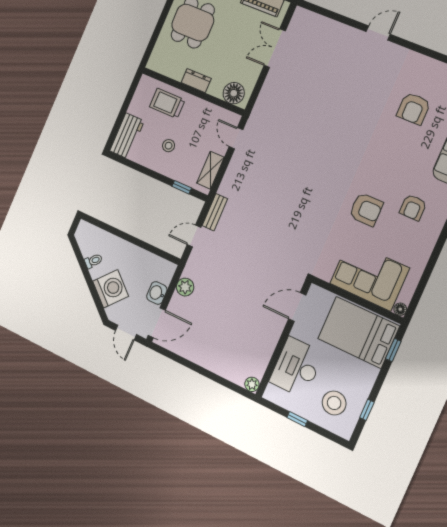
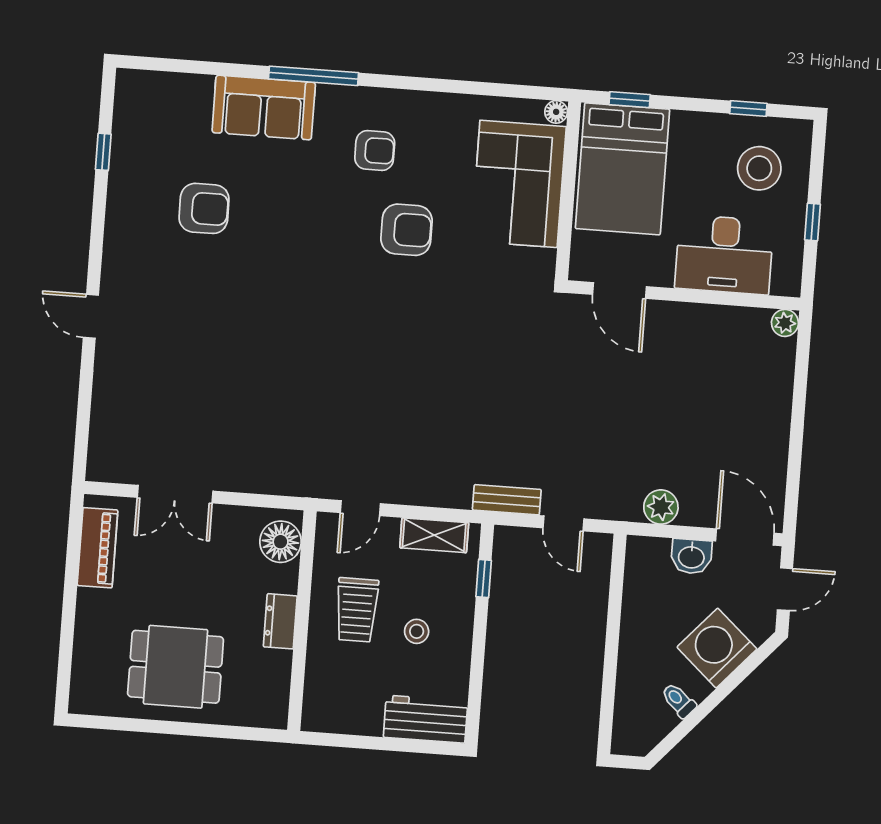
trolley: (167, 103) -> (357, 610), moved
armchair: (366, 209) -> (406, 230), turned 90

